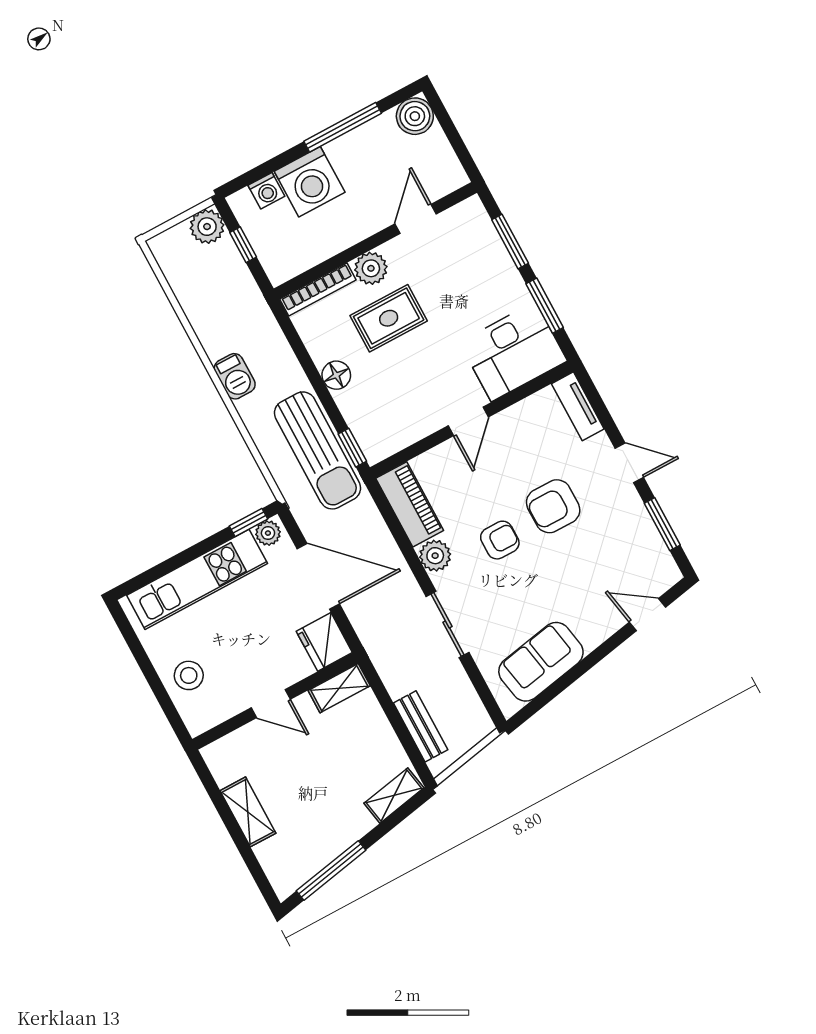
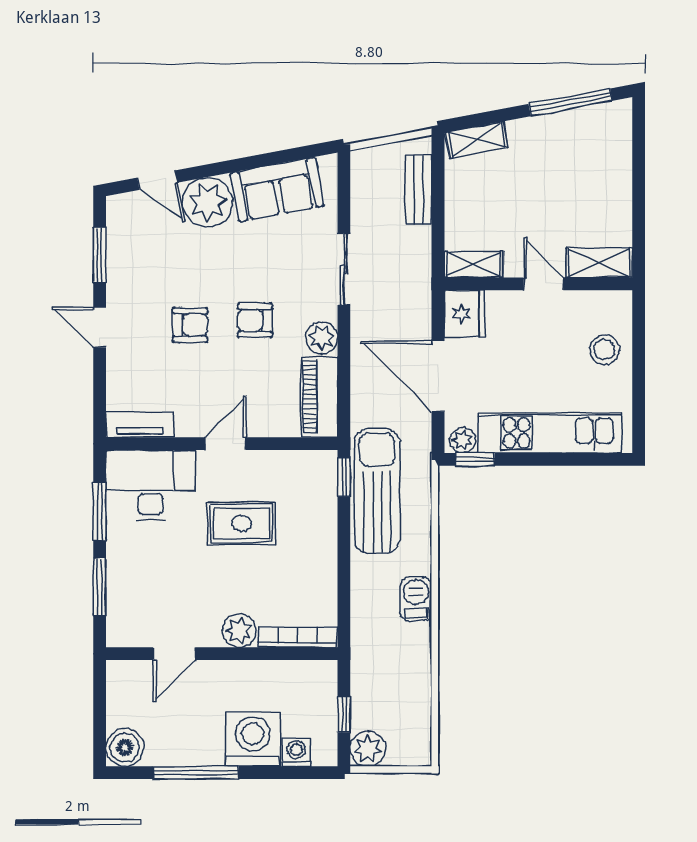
rug: (389, 318) -> (241, 523), moved
floor lamp: (336, 375) -> (323, 550), removed
tv unit: (578, 406) -> (140, 425), moved, turned -90
armchair: (553, 506) -> (190, 325), width x0.72, depth x0.72
plant: (594, 619) -> (208, 202), added
shelving: (248, 812) -> (599, 263), moved, turned 90

